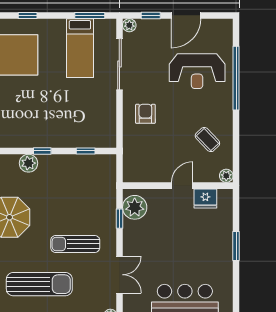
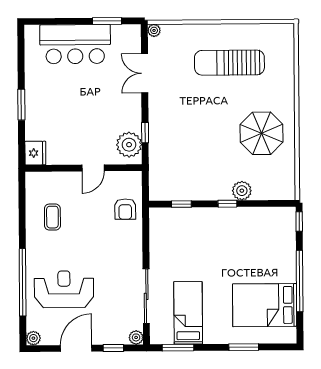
window: (28, 15) -> (244, 347), width x1.50
armchair: (145, 114) -> (125, 209), moved
coffee table: (207, 140) -> (52, 217), turned 44
plant: (226, 176) -> (33, 338), moved
door: (182, 186) -> (93, 168), moved
fridge: (205, 199) -> (35, 153), moved, turned 90
sun lounger: (75, 244) -> (192, 105), removed

